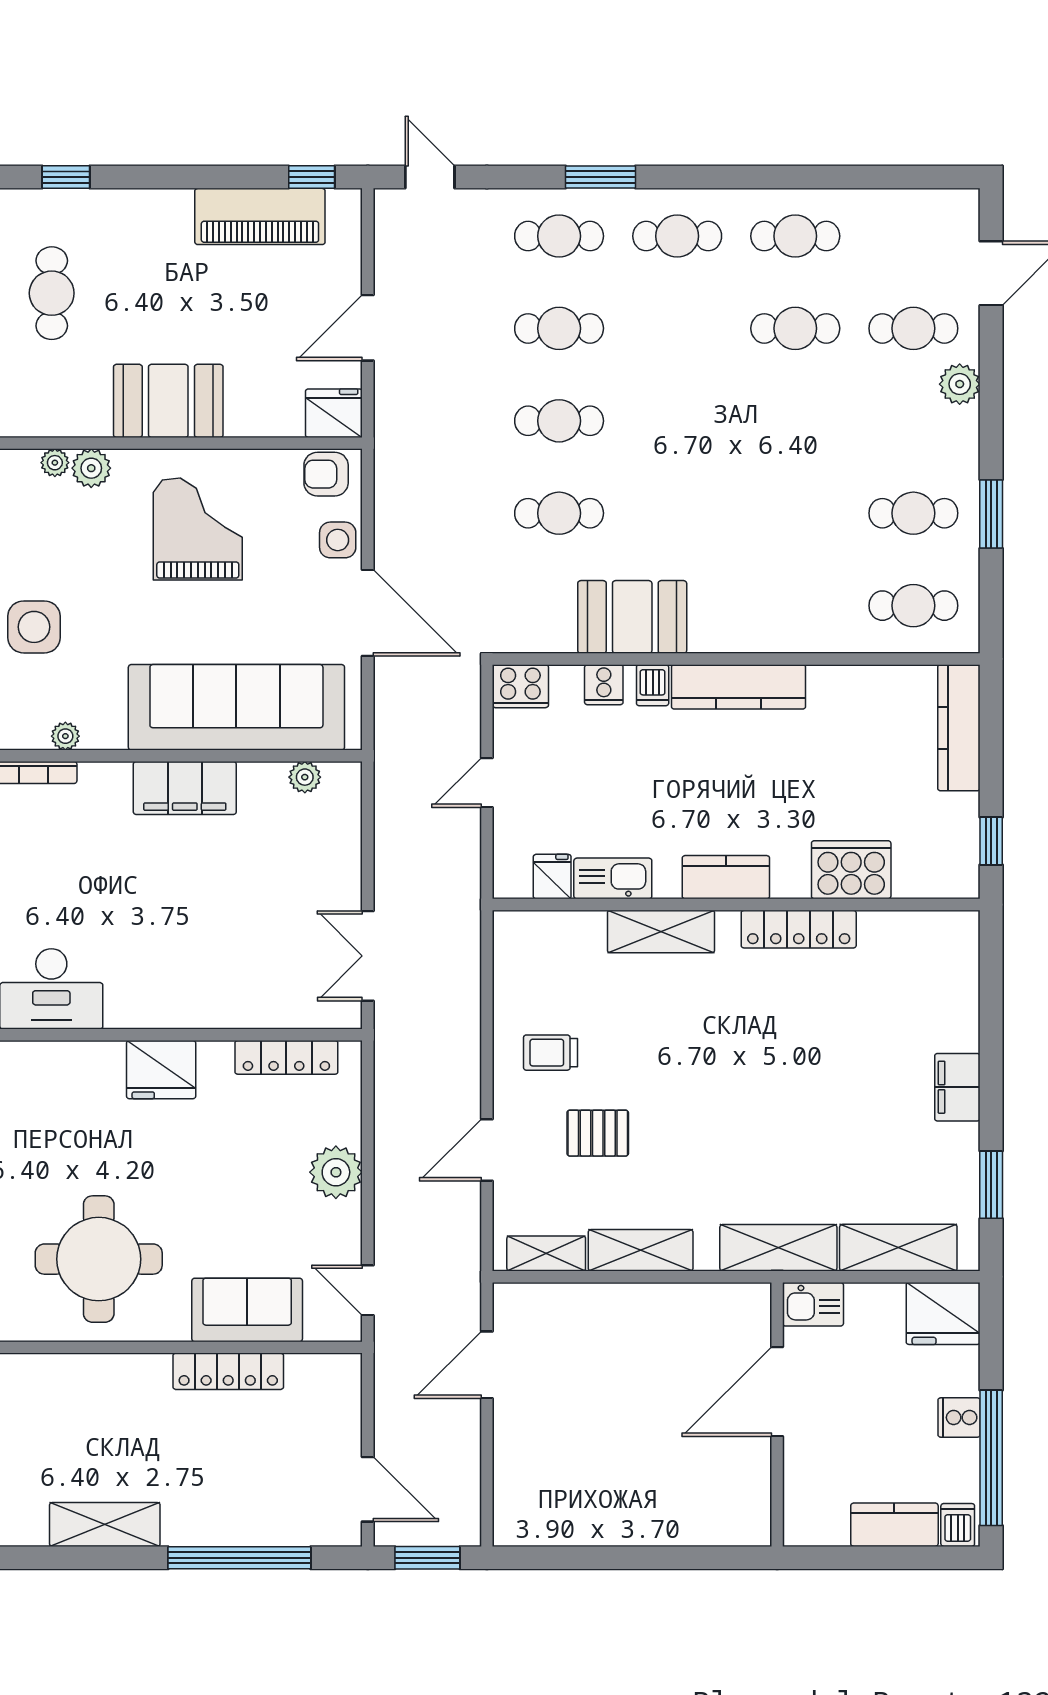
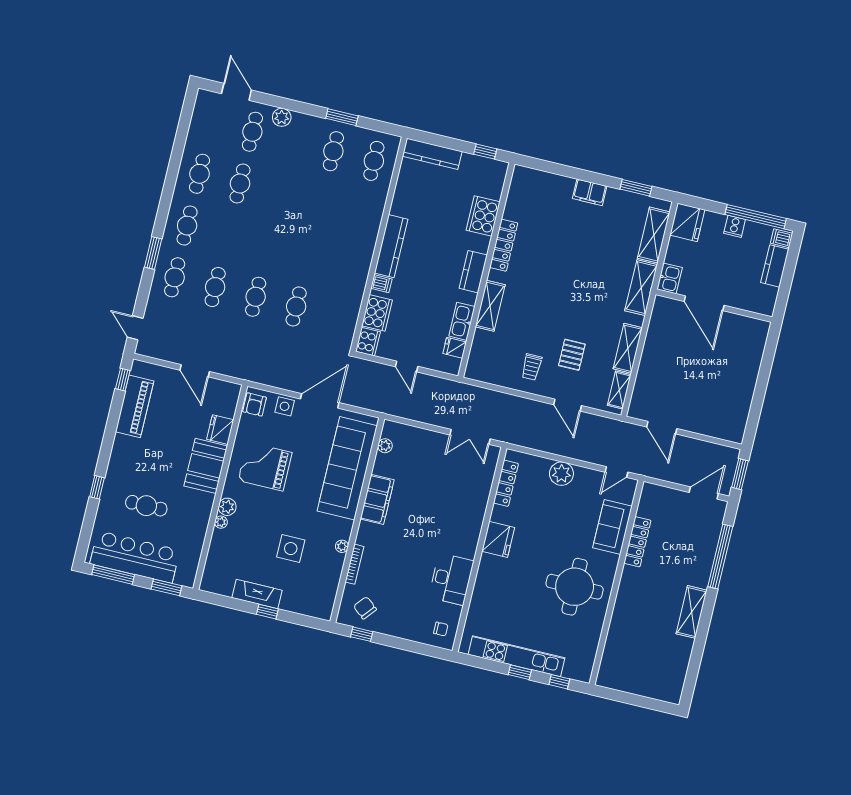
door: (430, 177) -> (135, 328), hinge flipped
fridge: (334, 413) -> (220, 430), moved
booth: (632, 617) -> (349, 285), removed
cooker: (604, 685) -> (377, 313), width x1.87, depth x1.31

